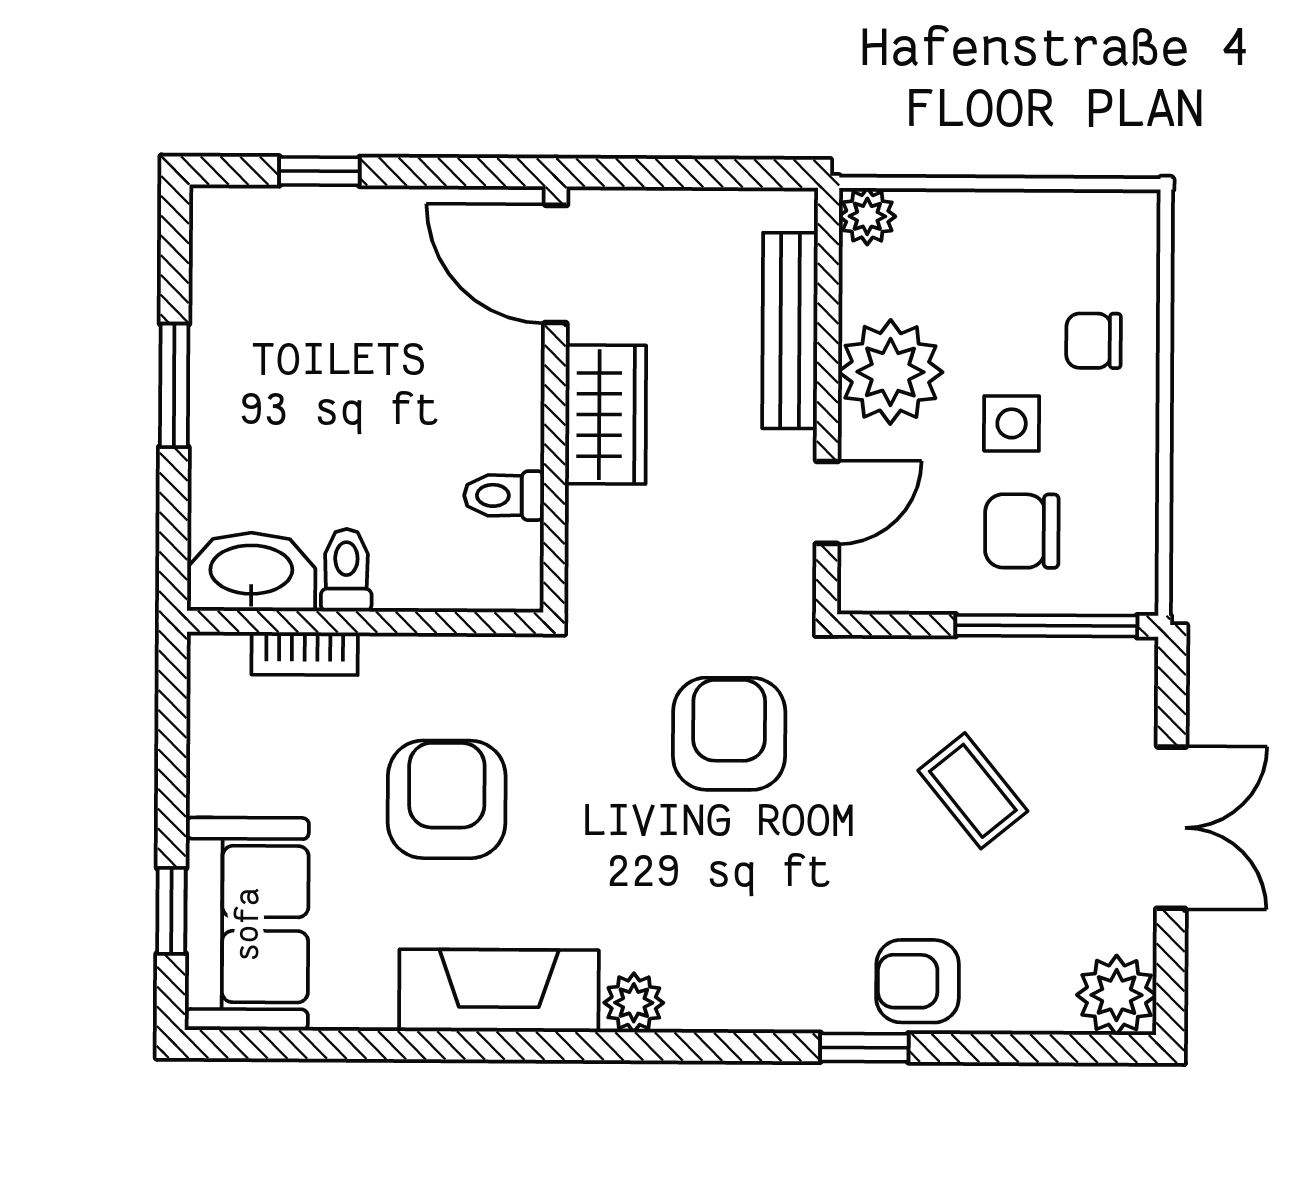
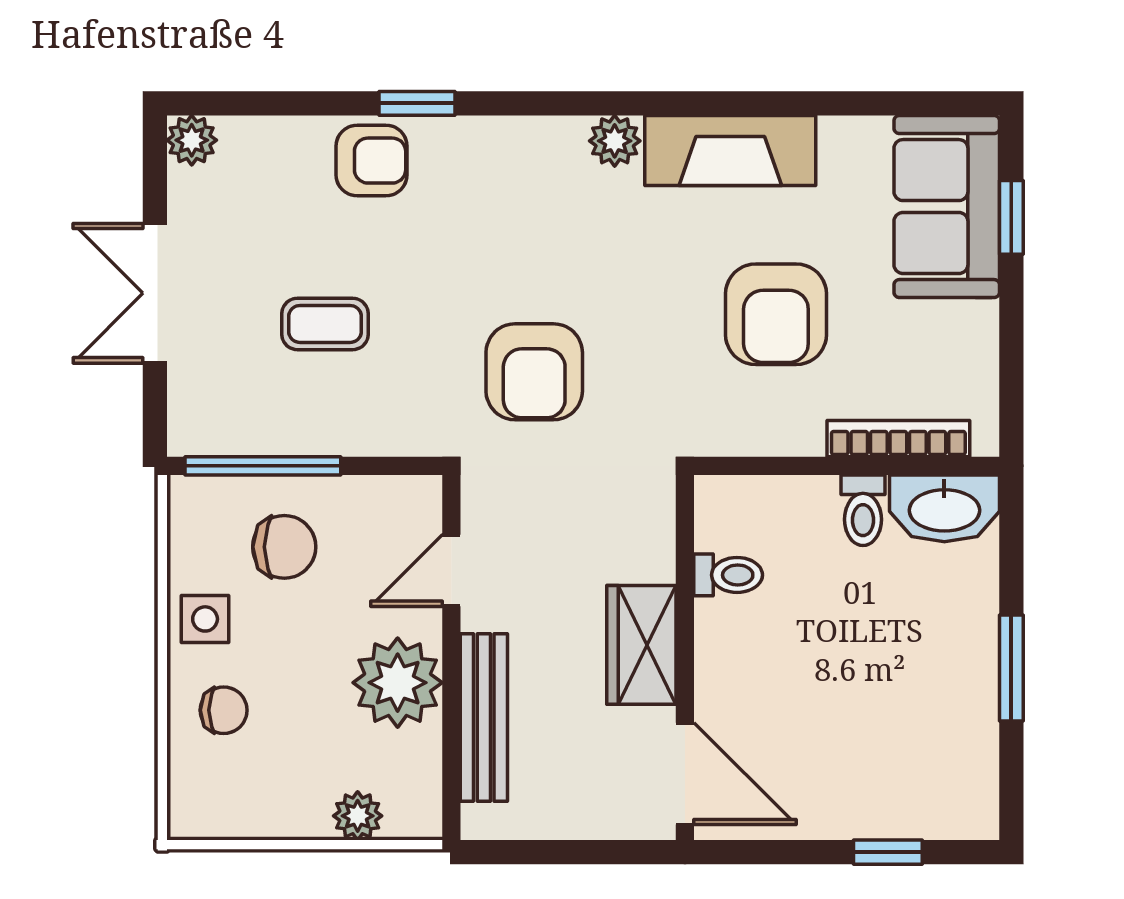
plant: (867, 216) -> (358, 816), moved
side table: (1012, 423) -> (205, 619), moved
bookcase: (305, 654) -> (898, 439), width x1.56
coffee table: (973, 791) -> (325, 324), turned -51
plant: (1117, 995) -> (192, 140), width x0.73, depth x0.73

